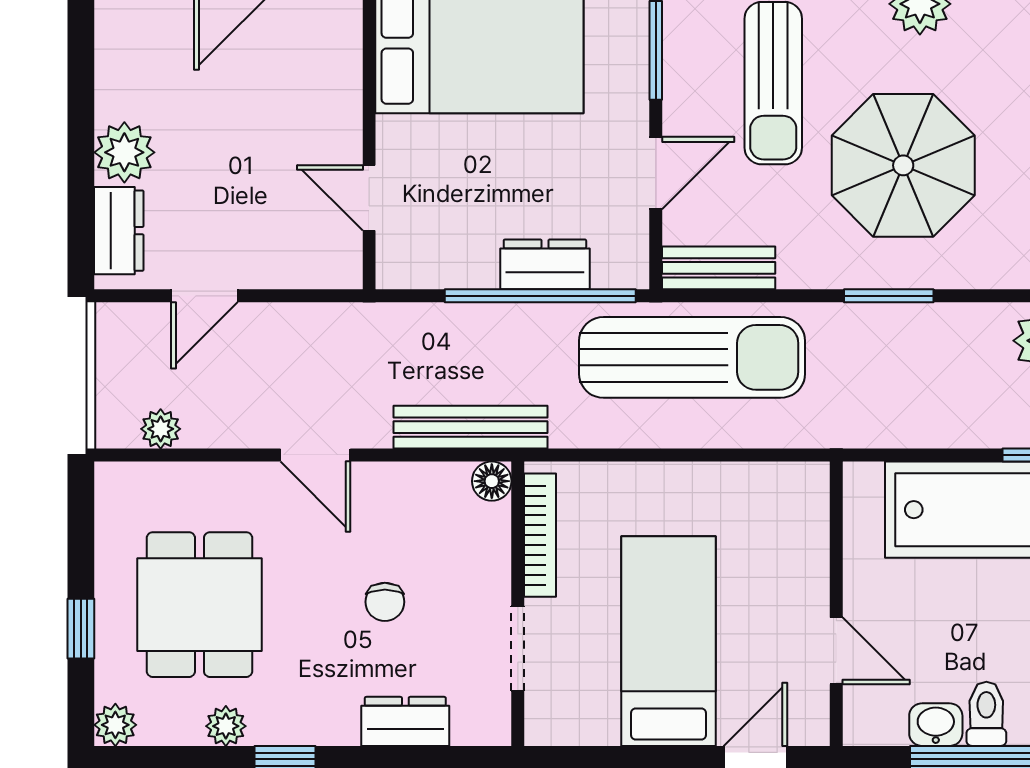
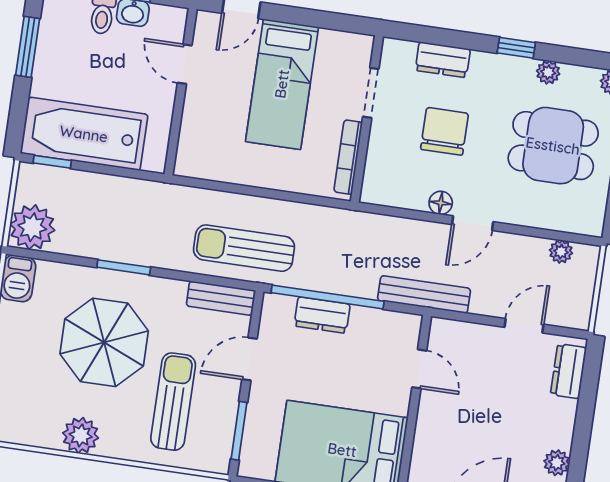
plant: (124, 152) -> (557, 463), moved, width x0.73, depth x0.73
sun lounger: (692, 357) -> (244, 248), width x0.73, depth x0.75
bench: (471, 427) -> (424, 294), moved
door: (315, 455) -> (473, 223), swing flipped
floor lamp: (492, 481) -> (441, 203), moved
chair: (385, 602) -> (445, 131), width x1.87, depth x1.87
dining table: (199, 605) -> (553, 146), turned 90

